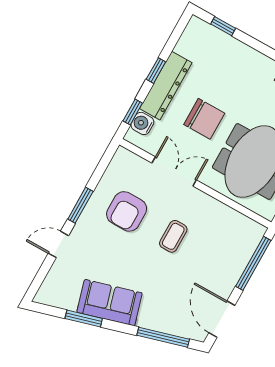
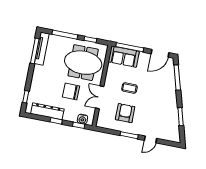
dresser: (166, 86) -> (47, 111), moved
chair: (204, 119) -> (71, 91), turned -90
armchair: (127, 211) -> (125, 113), turned -90
door: (58, 244) -> (150, 139), hinge flipped
sofa: (110, 303) -> (124, 57), moved, turned -74

